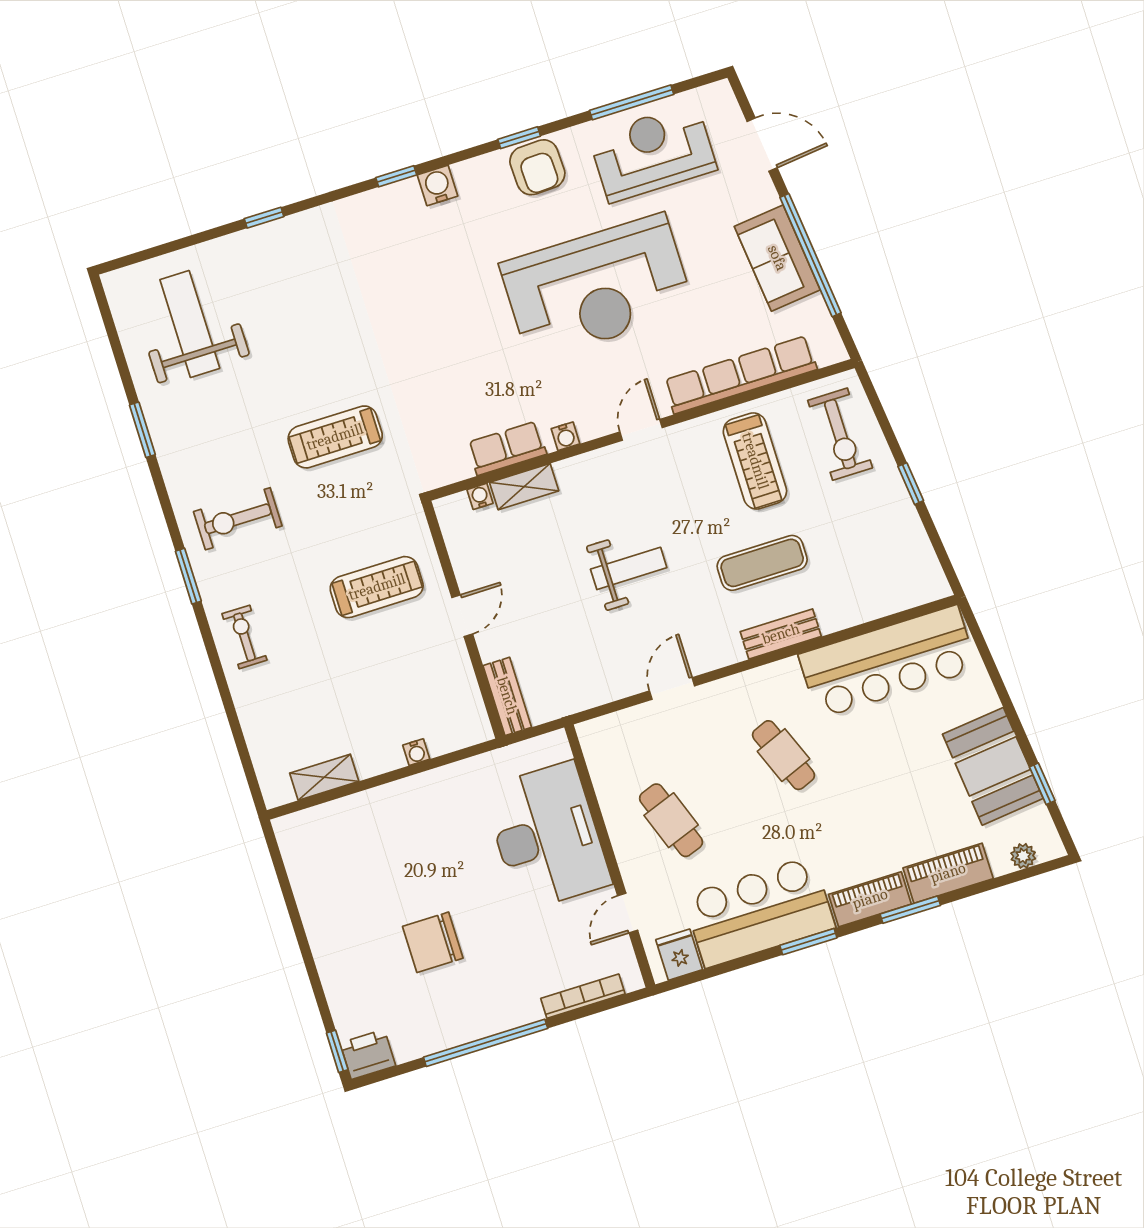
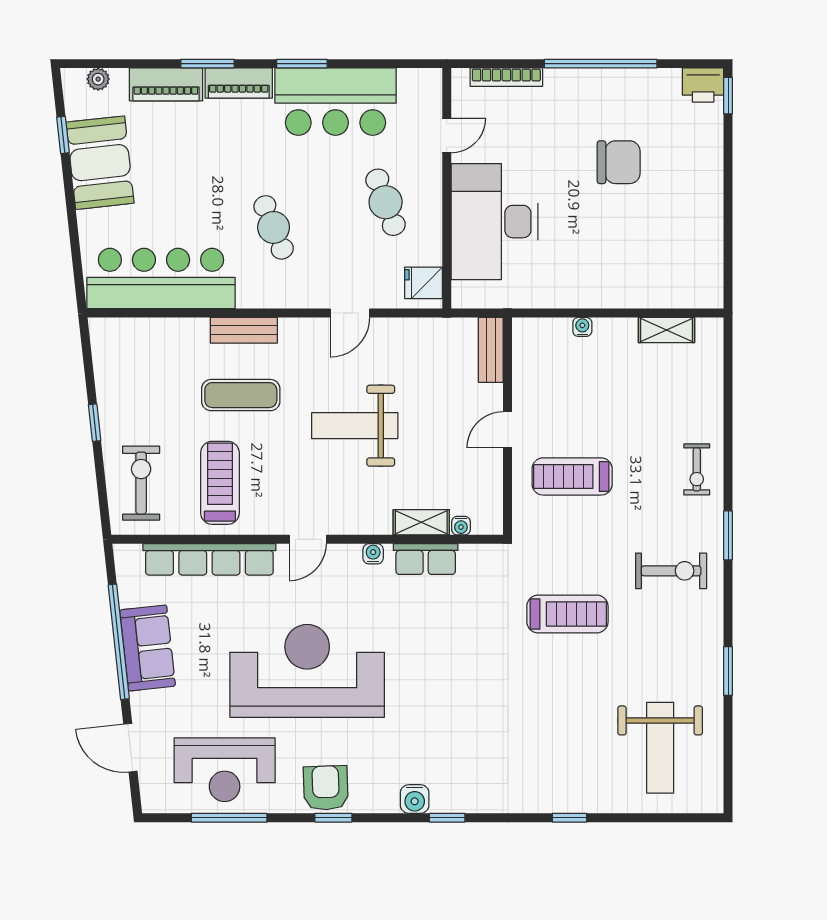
weight bench: (629, 568) -> (355, 426), width x1.36, depth x1.33
fridge: (679, 955) -> (424, 283), moved, turned 90

